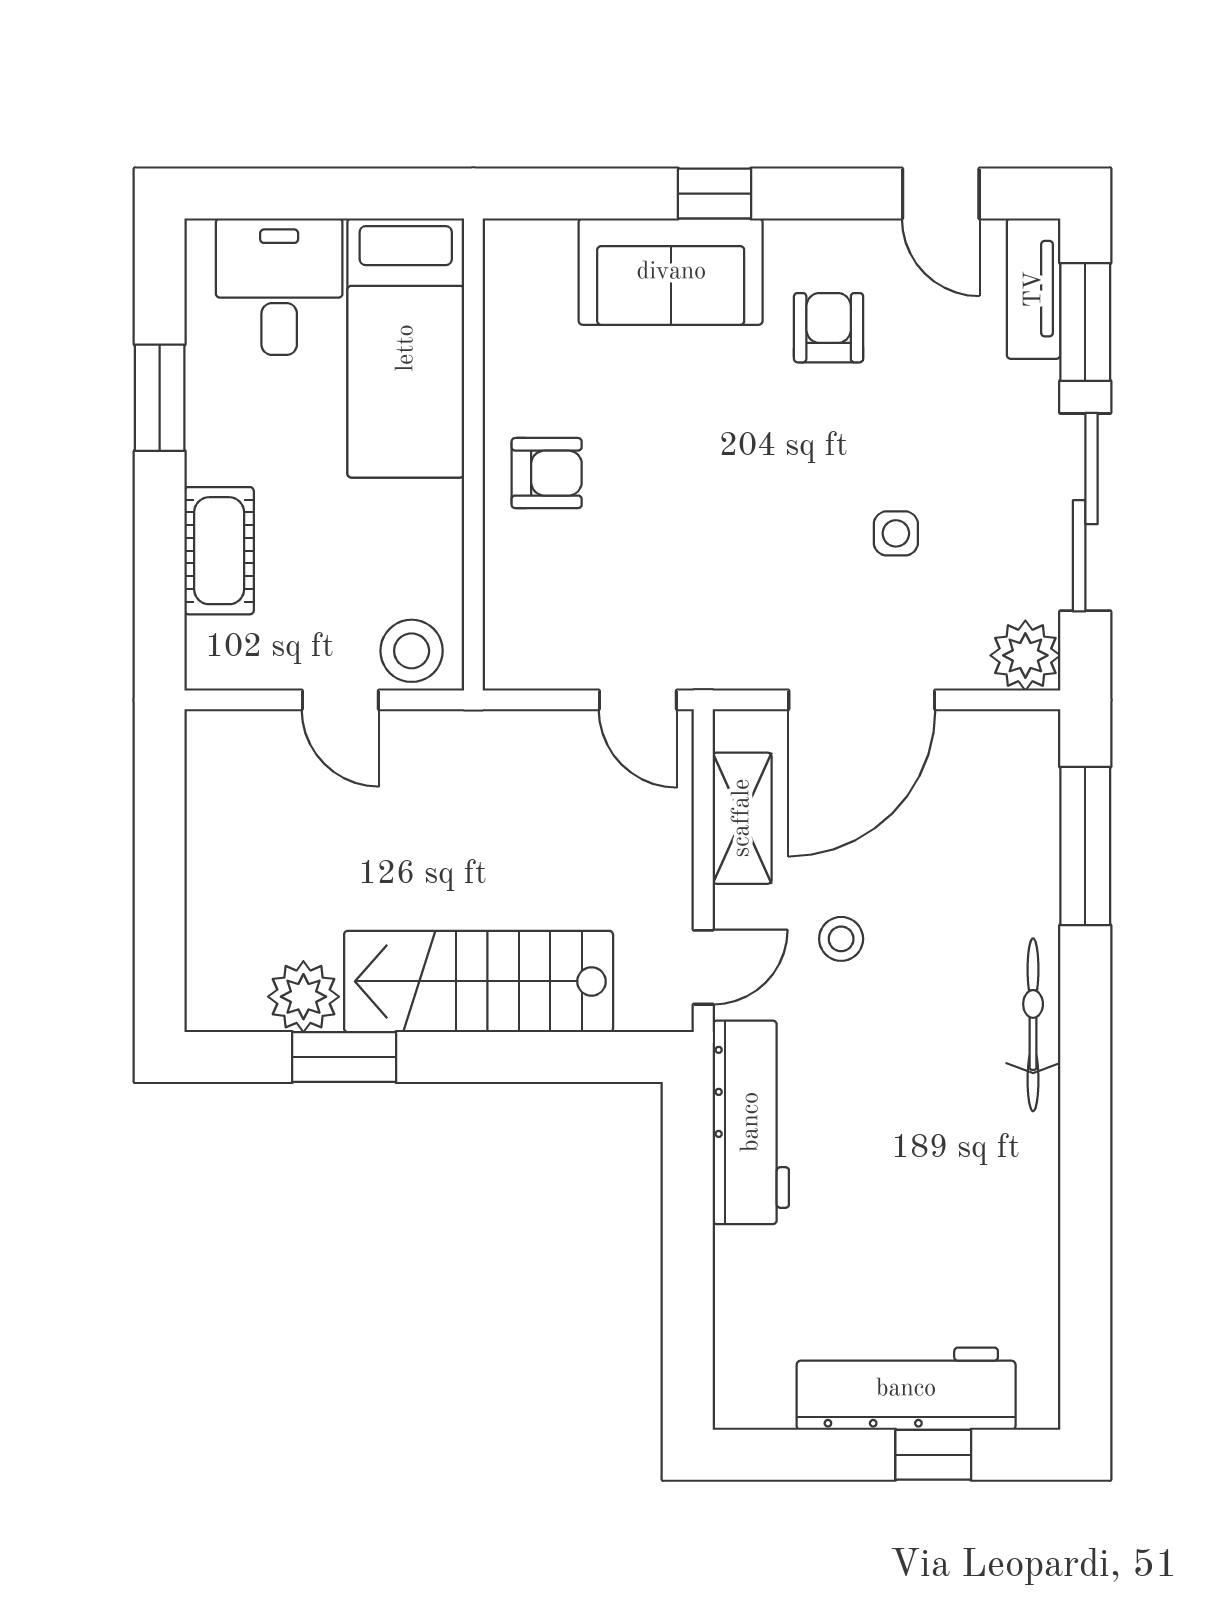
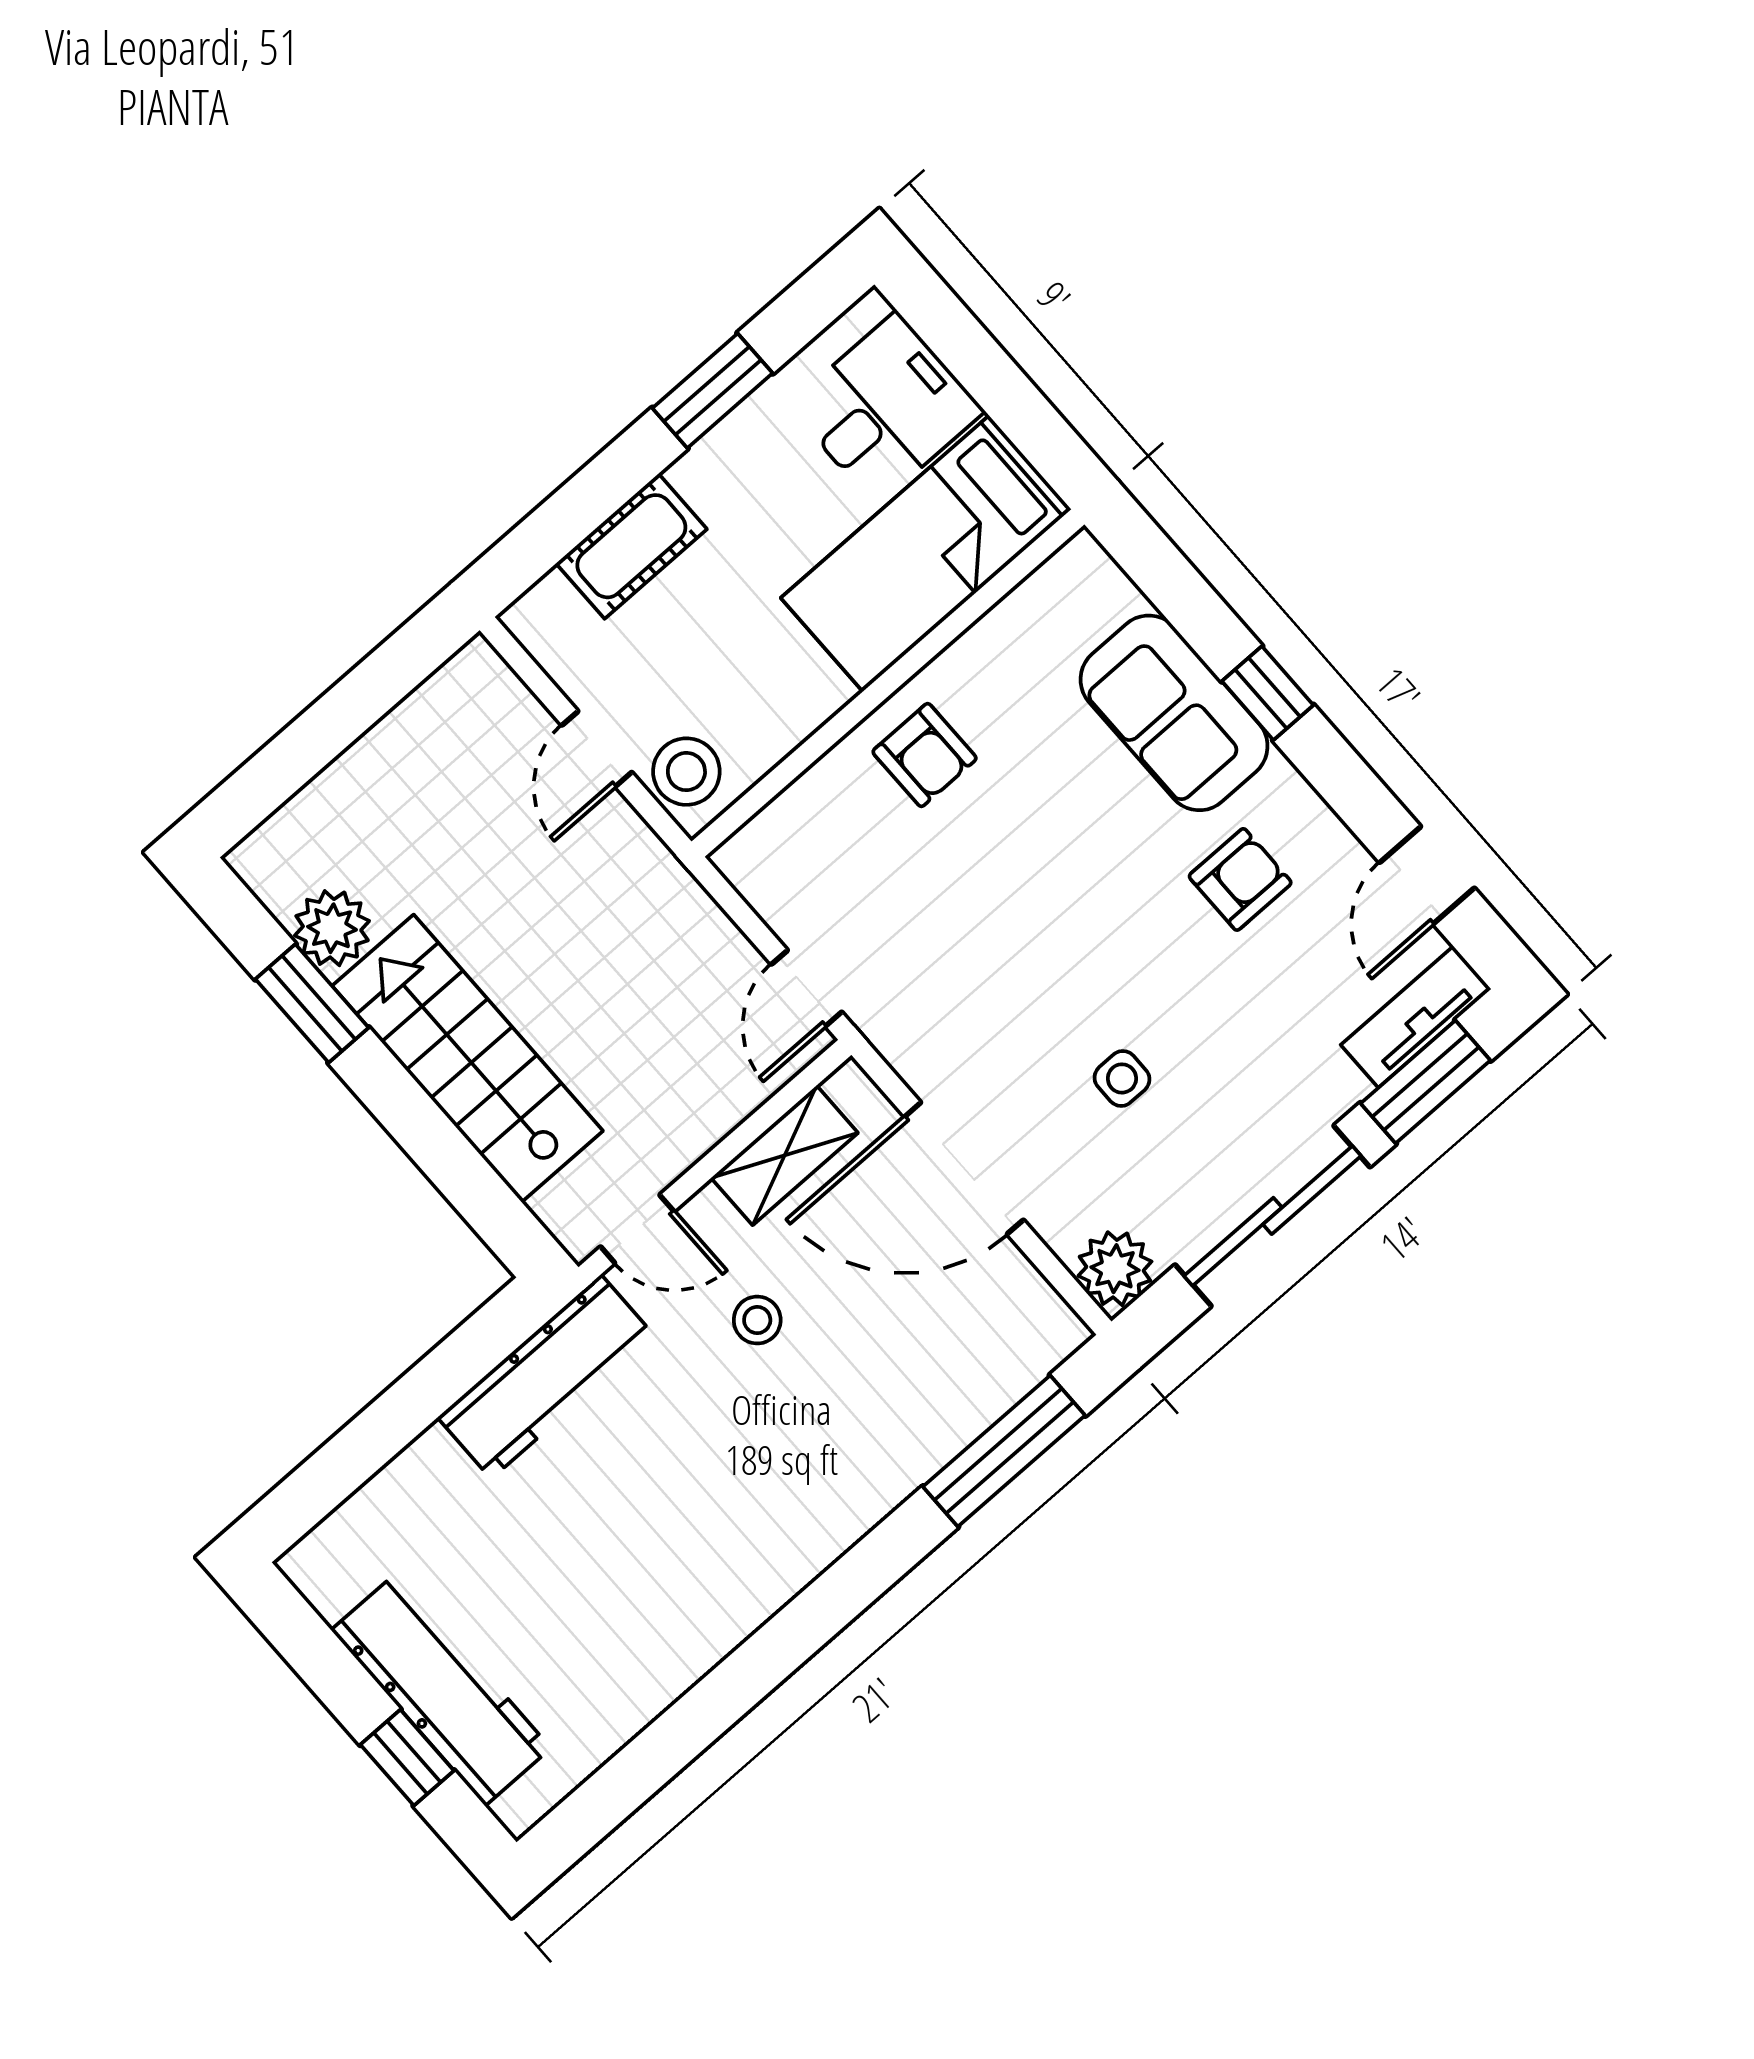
bicycle: (1033, 1025) -> (823, 1535), removed

